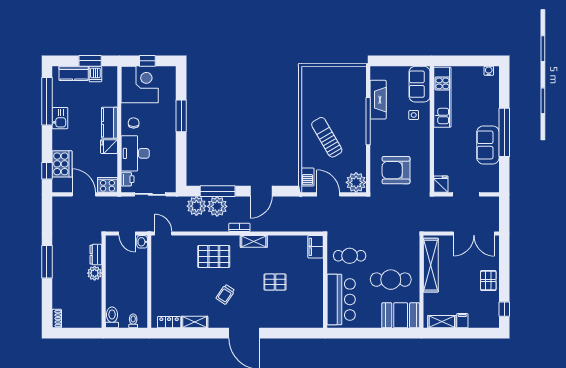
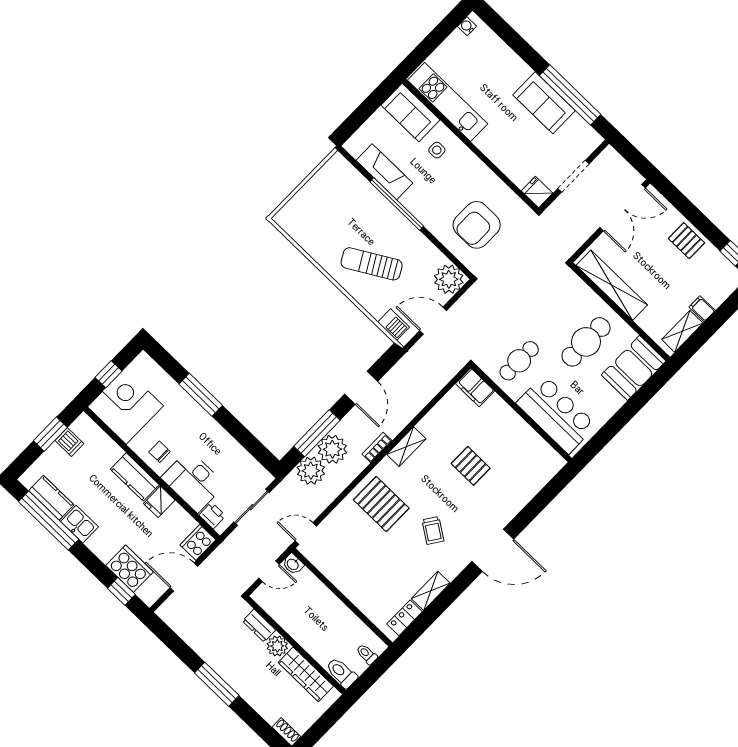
kitchen counter: (74, 73) -> (51, 498), moved, turned -90
window: (504, 132) -> (570, 95), moved
pallet: (214, 256) -> (381, 504), turned 90
pallet: (275, 282) -> (471, 466), turned 90
wardrobe: (94, 301) -> (306, 674), added

